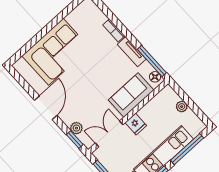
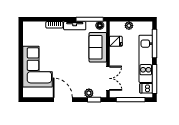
fridge: (136, 124) -> (116, 41), moved
double door: (109, 134) -> (108, 78), swing flipped

